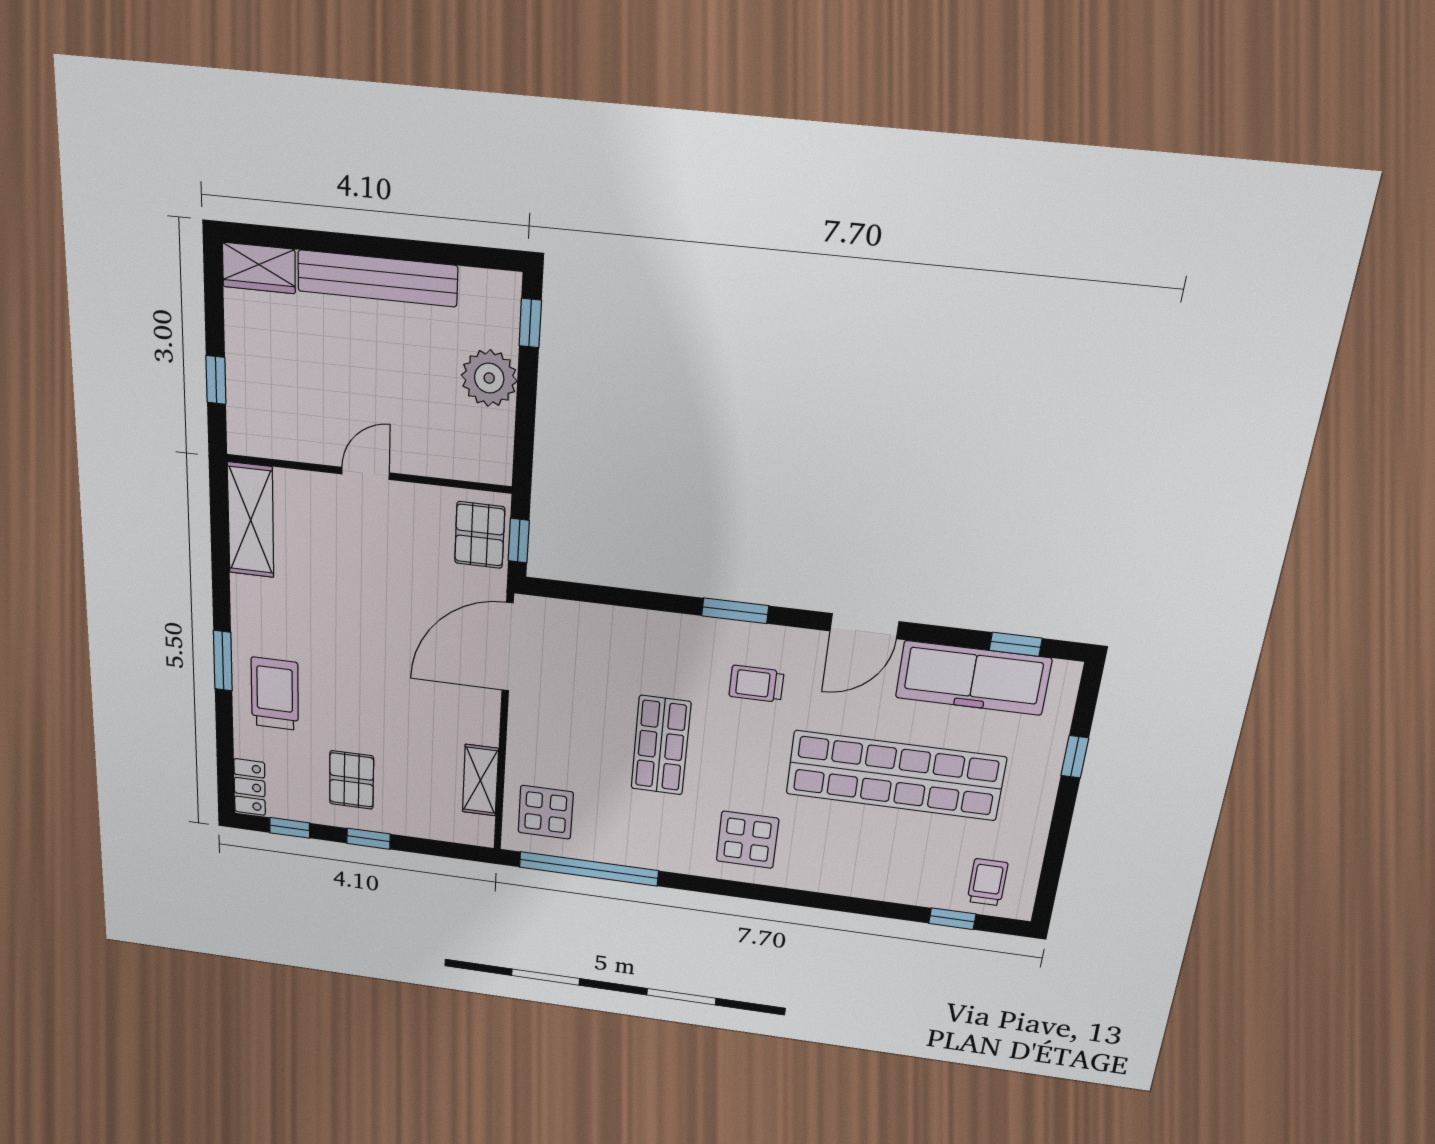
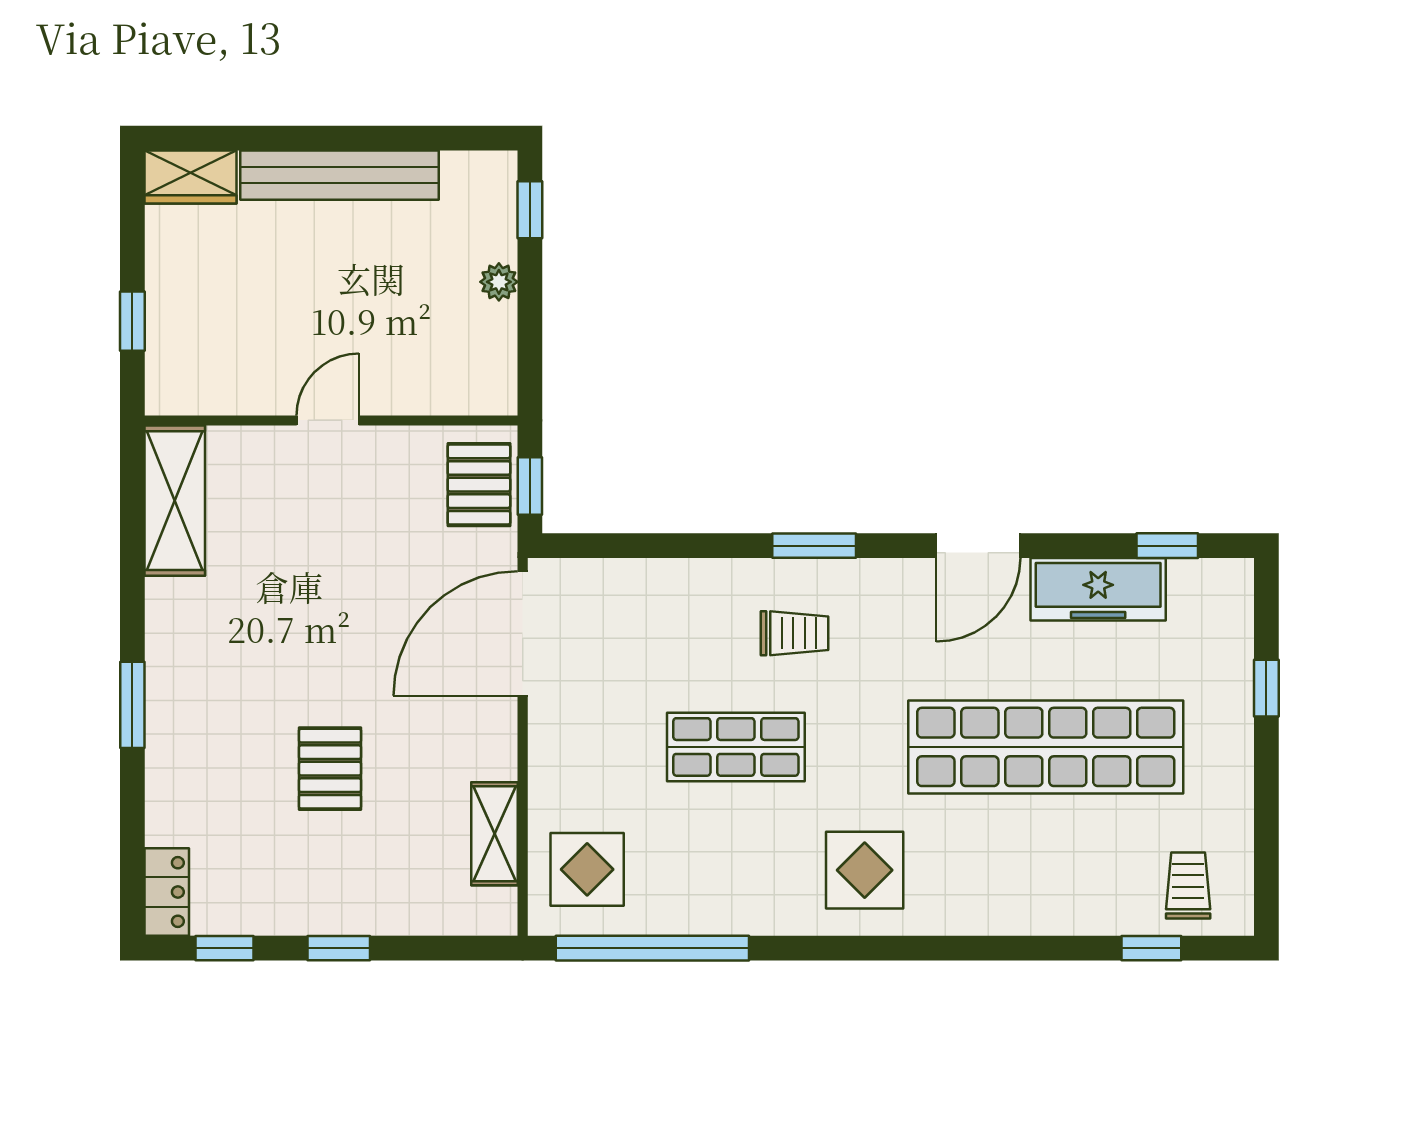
plant: (489, 378) -> (499, 282), width x0.53, depth x0.53
freezer: (973, 678) -> (1098, 589), width x0.73, depth x0.79
trolley: (756, 684) -> (794, 633), moved, turned 180
trolley: (275, 694) -> (205, 744), removed
shop shelf: (661, 745) -> (736, 747), turned 90
pallet: (352, 780) -> (330, 769), moved

